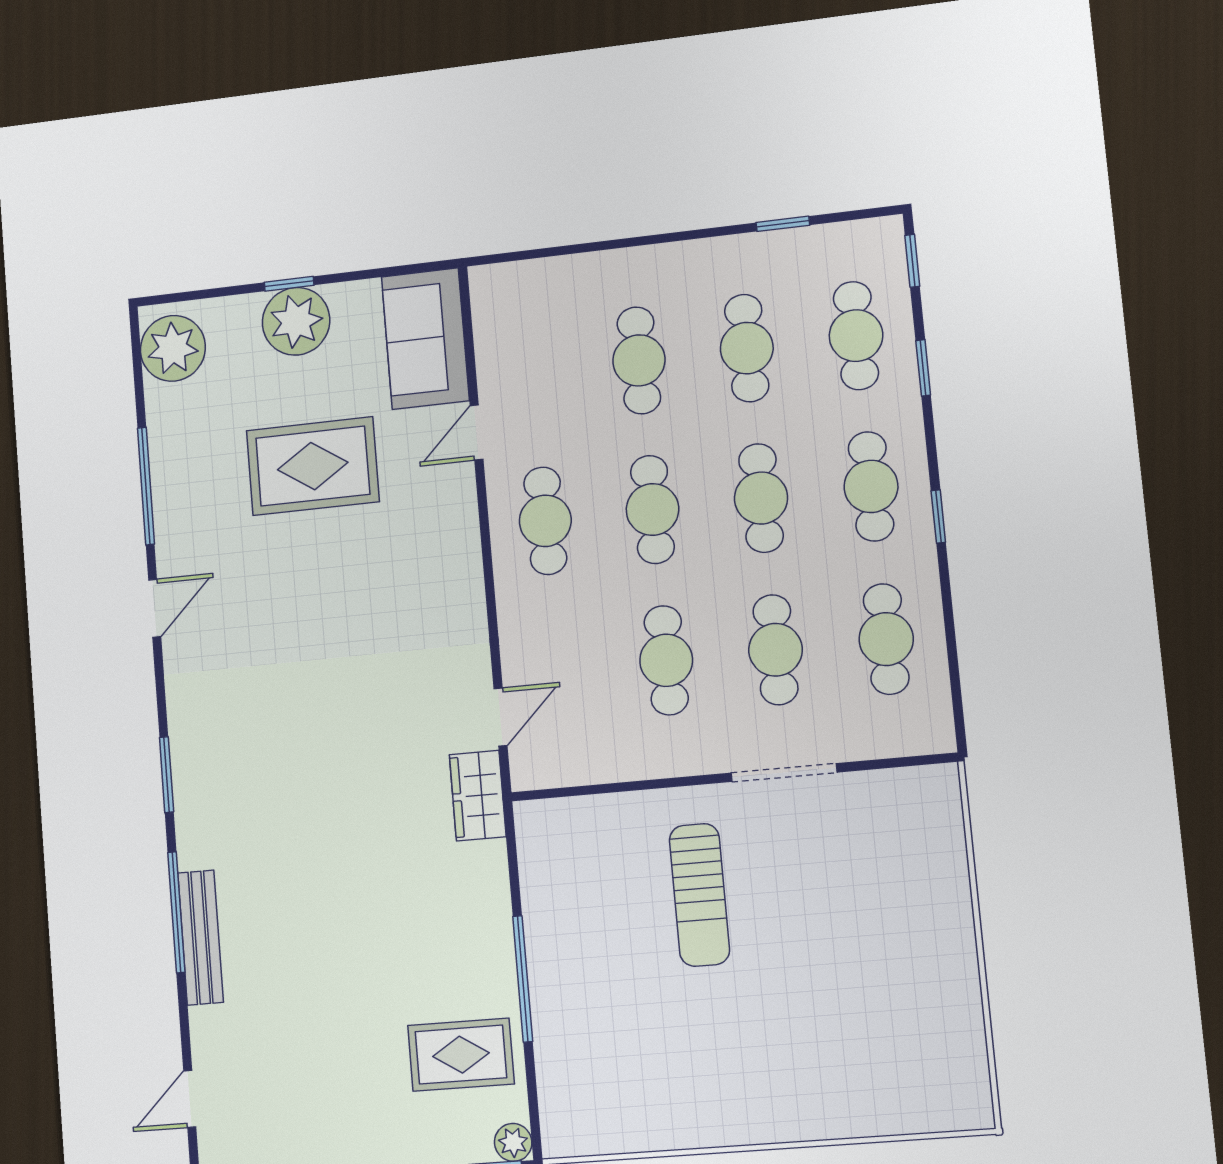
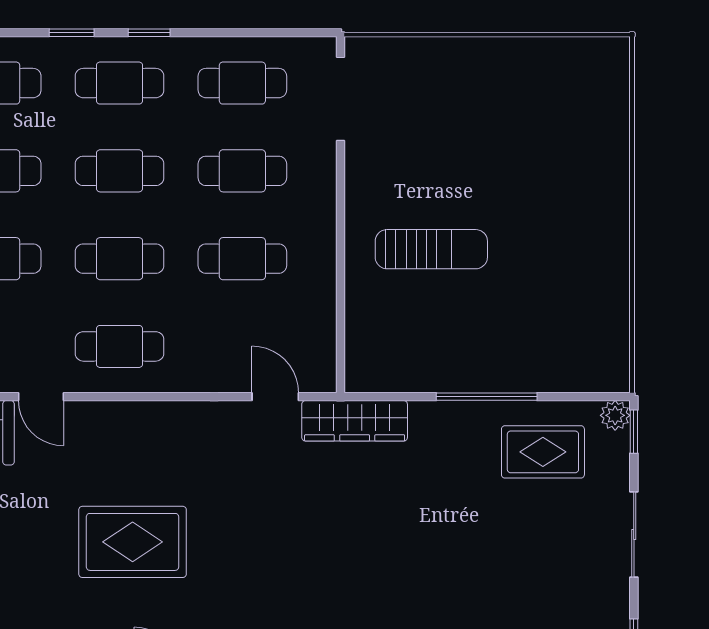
window: (923, 368) -> (72, 33), moved
rug: (313, 466) -> (133, 542), moved, turned 90
doorway: (784, 773) -> (340, 99), moved
wardrobe: (478, 796) -> (355, 421), width x1.50
rug: (461, 1055) -> (543, 452), turned 90

